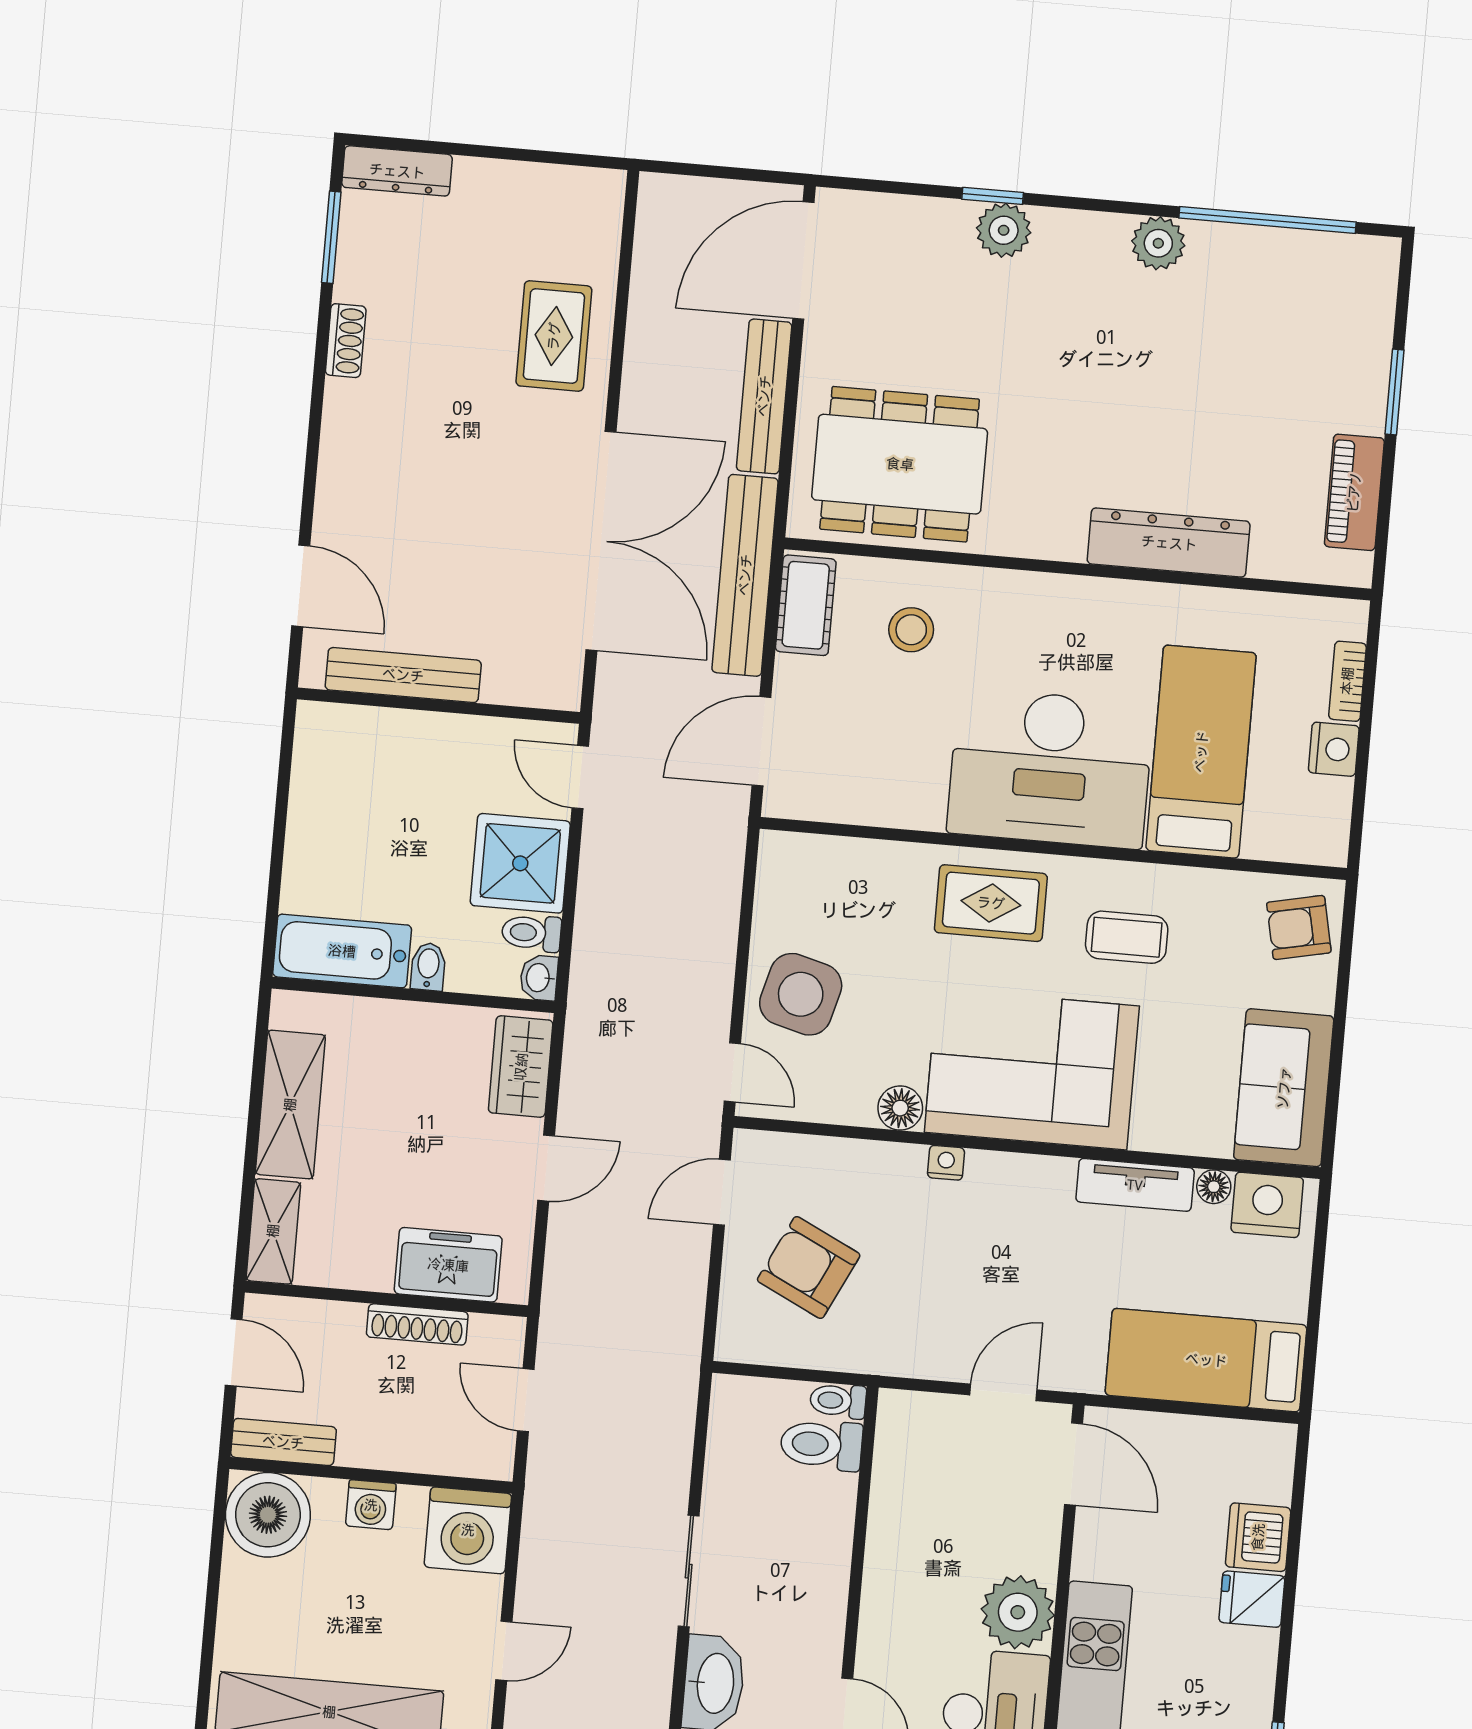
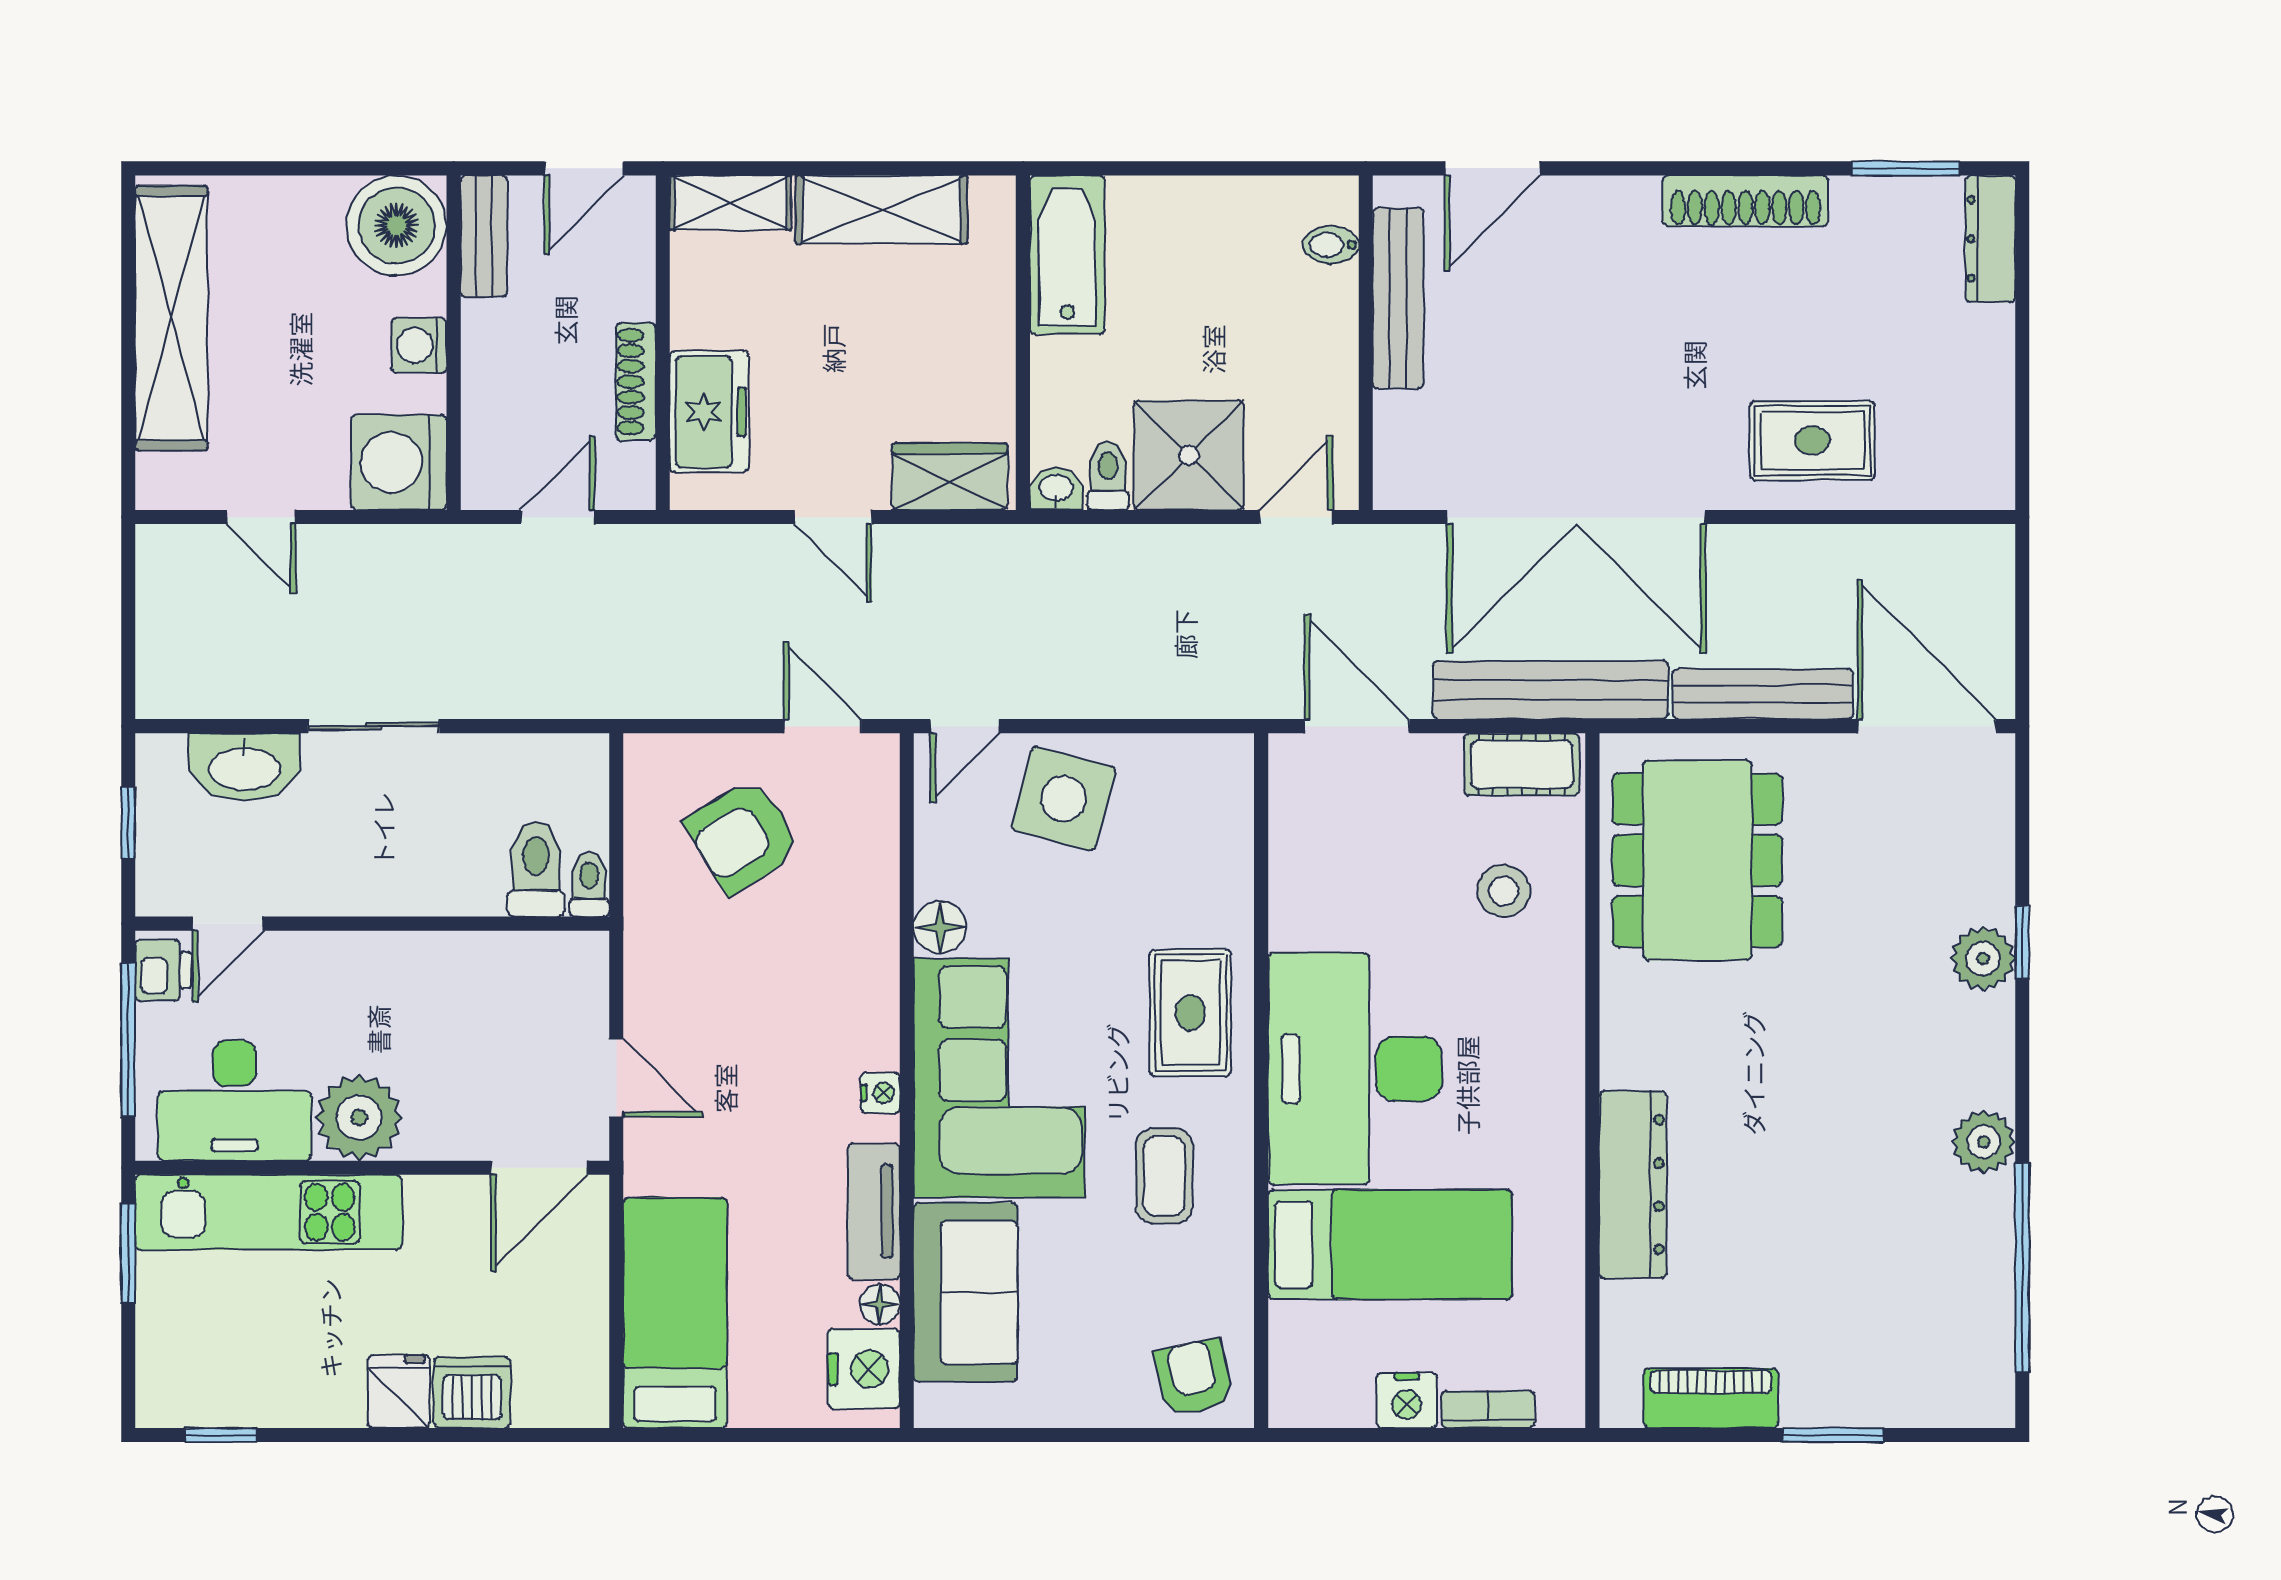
shoe rack: (346, 341) -> (1746, 201), width x1.94, depth x1.24
bidet: (428, 967) -> (1331, 245), moved, turned 180
sofa: (1284, 1088) -> (966, 1292), moved, turned 90
nightstand: (946, 1163) -> (880, 1093), moved
armchair: (809, 1268) -> (743, 836), turned -148

